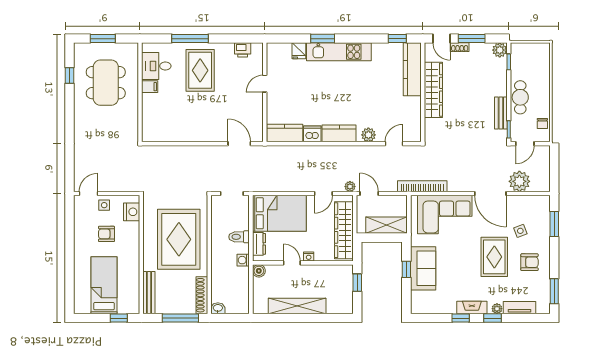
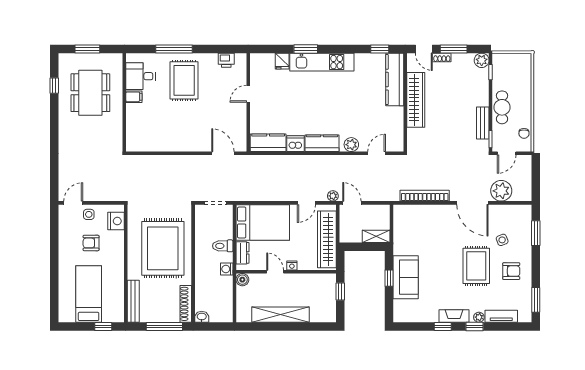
bookcase: (422, 186) -> (425, 196), moved
corner sofa: (445, 214) -> (427, 224), removed
shelving: (387, 225) -> (376, 236), width x0.67, depth x0.75

